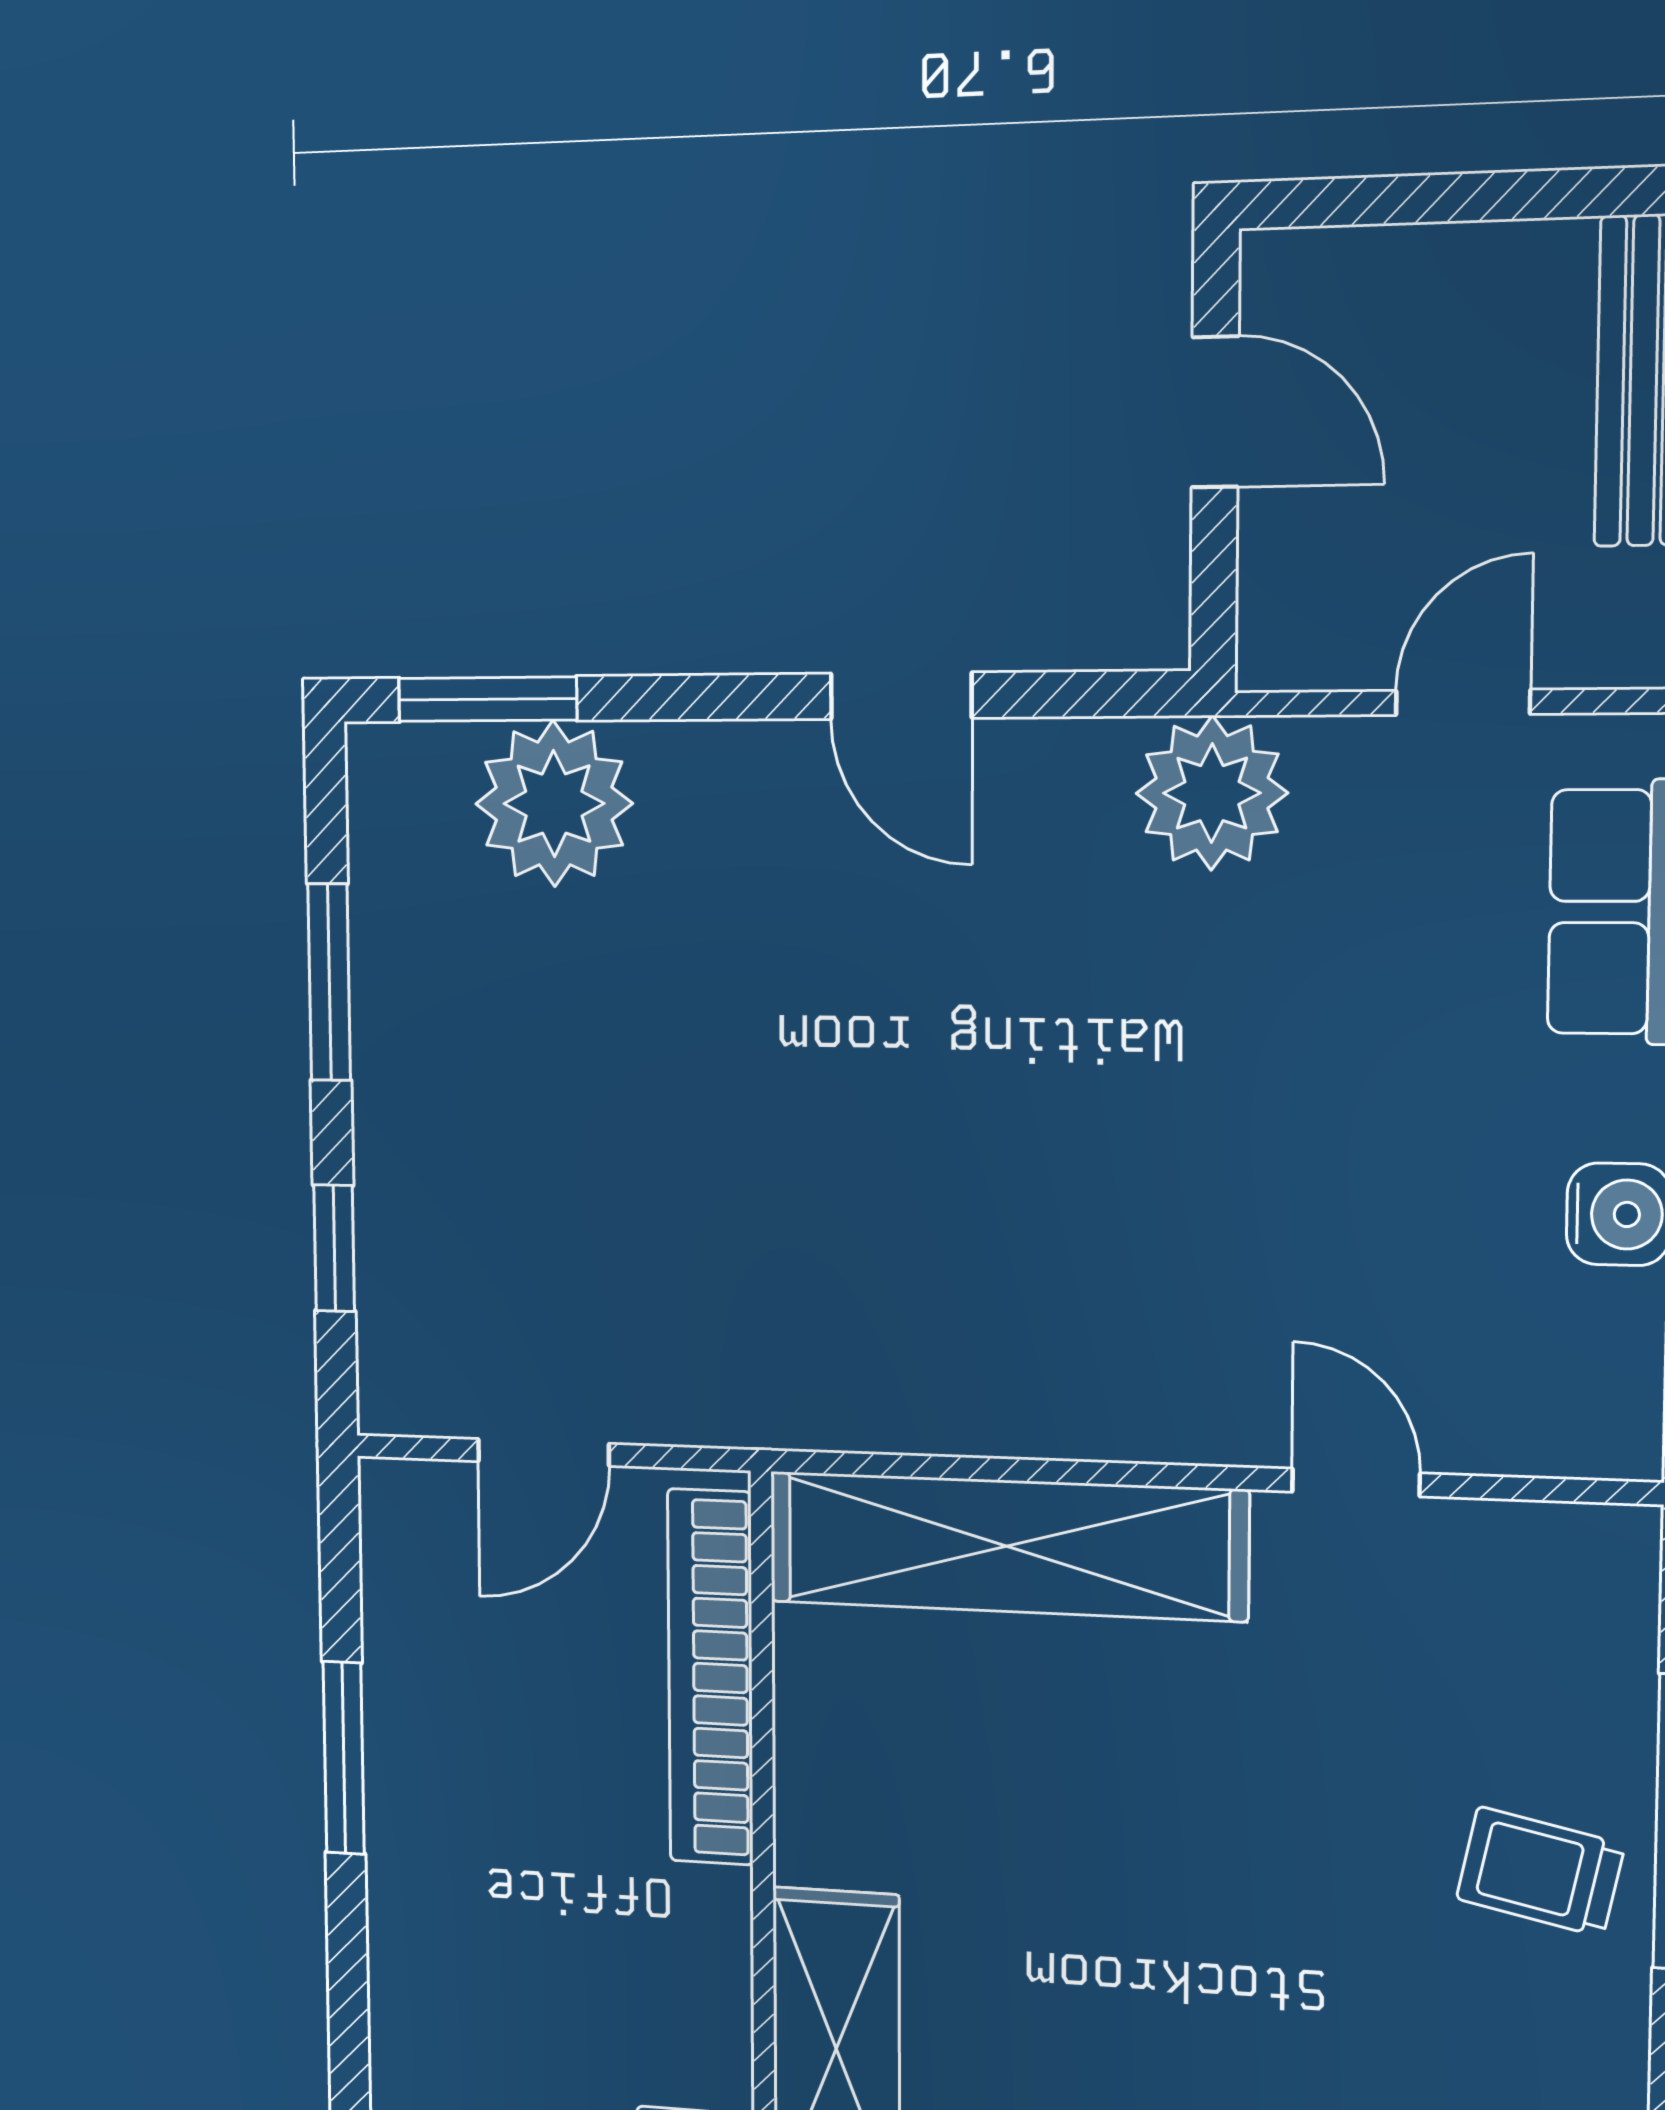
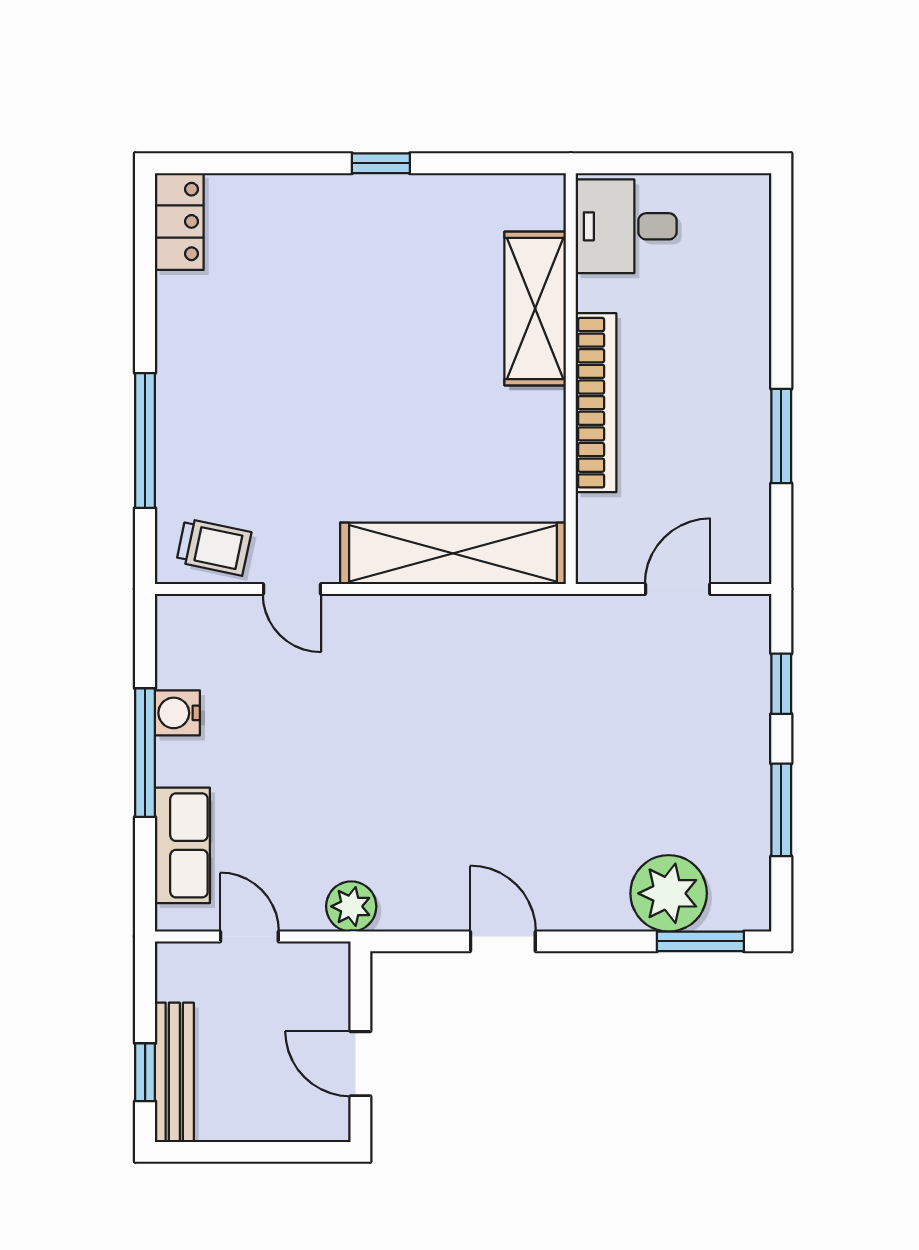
door: (1463, 702) -> (249, 936), swing flipped
plant: (1212, 793) -> (351, 906), width x0.73, depth x0.73
bookcase: (710, 1678) -> (596, 403), moved
trolley: (1540, 1872) -> (214, 547), moved

